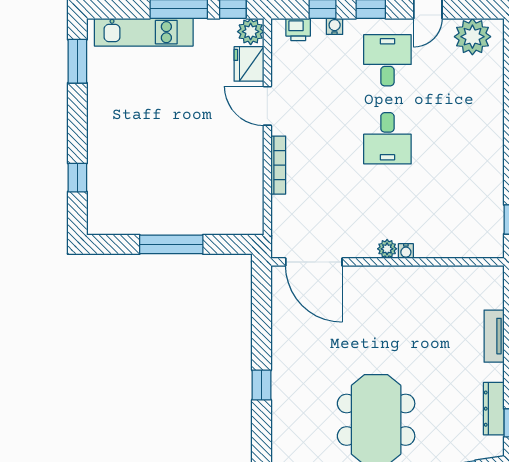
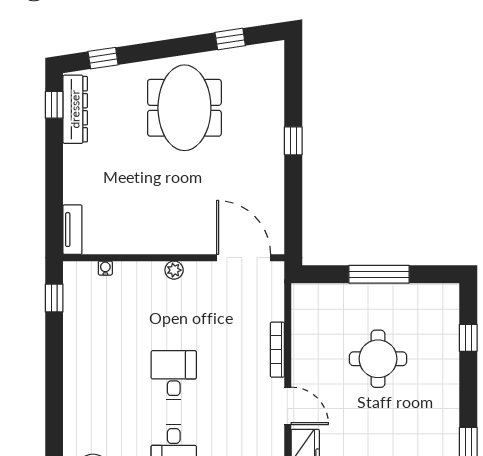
round table: (172, 155) -> (378, 359), added
water cooler: (406, 251) -> (105, 268), moved
tv unit: (494, 336) -> (72, 230), moved
dresser: (494, 409) -> (75, 109), width x1.37, depth x1.24

